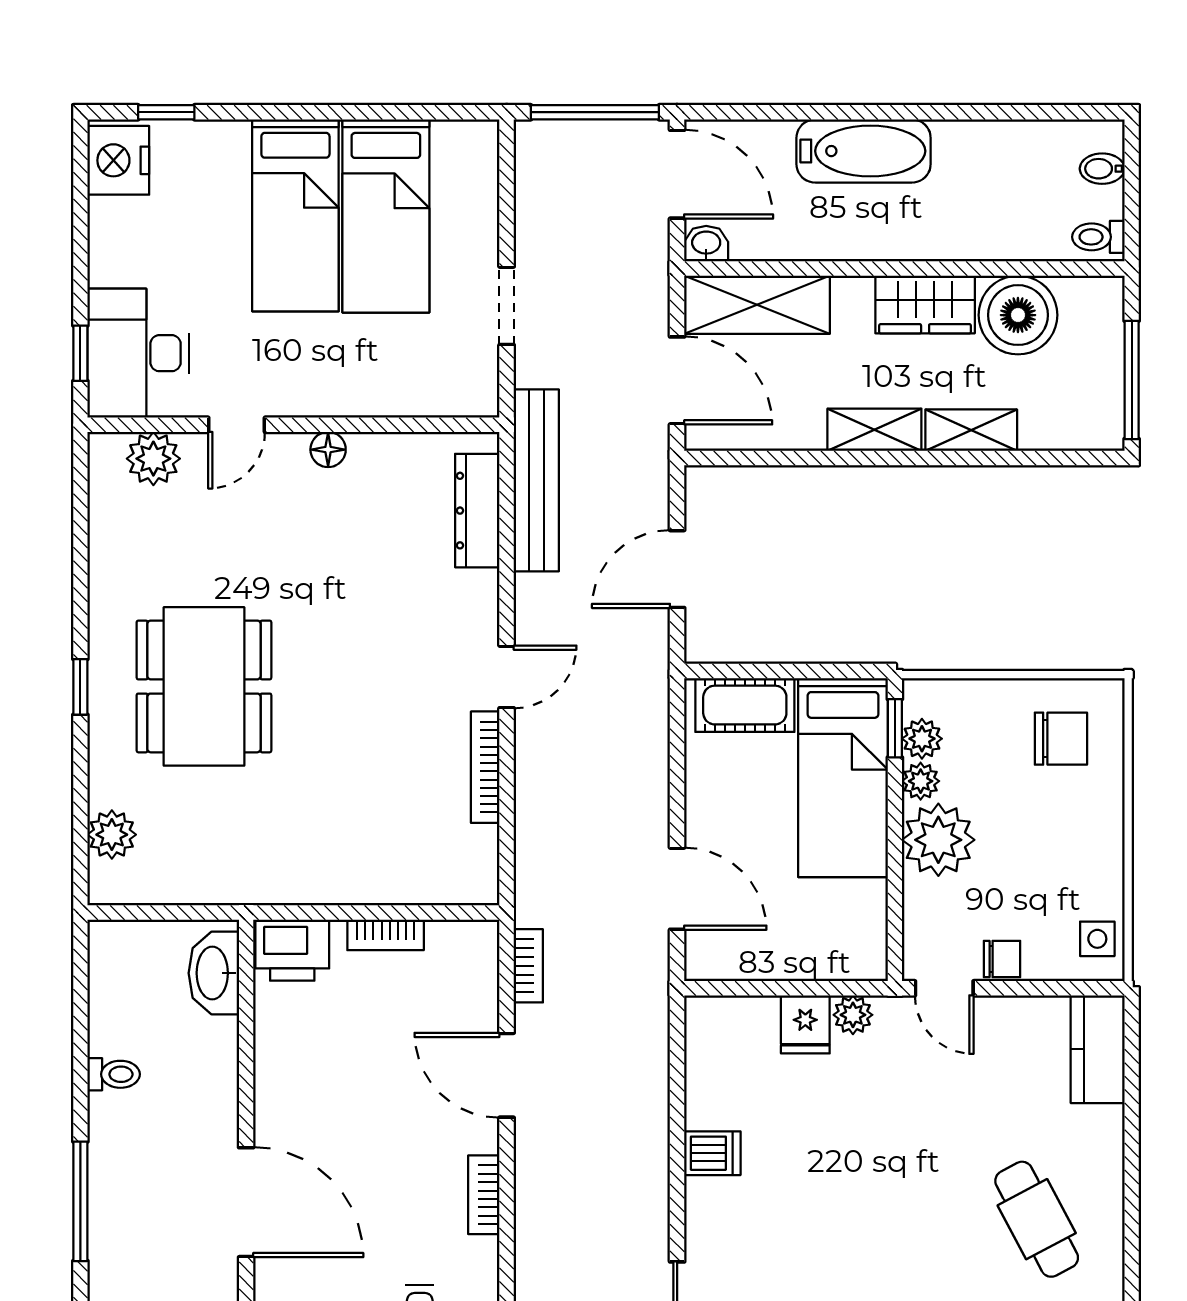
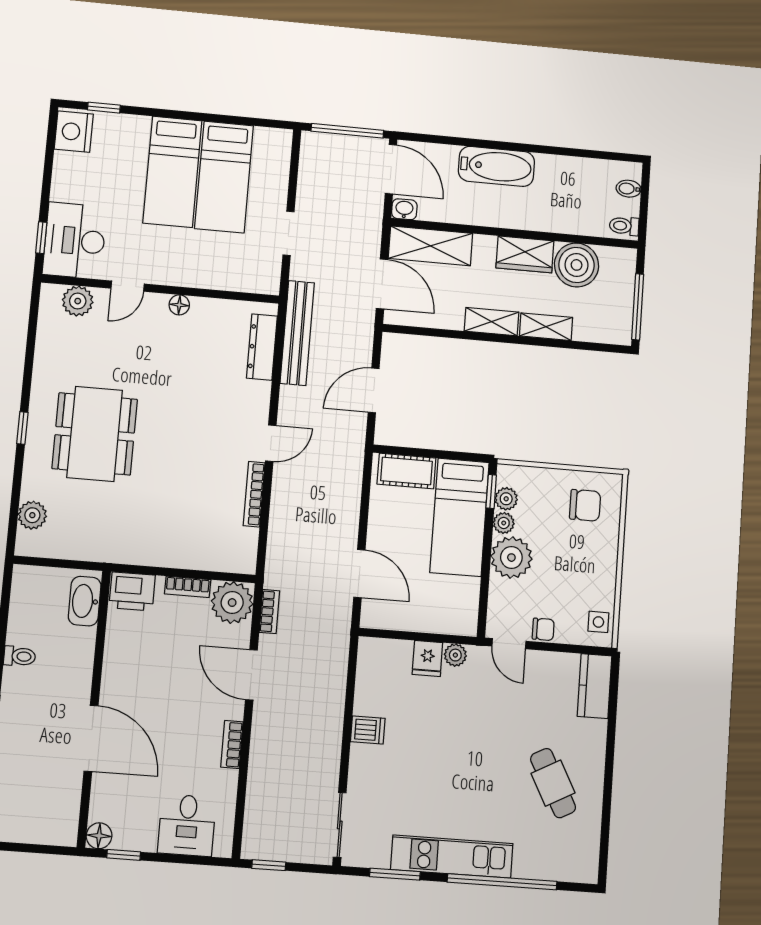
plant: (464, 956) -> (232, 603), added

